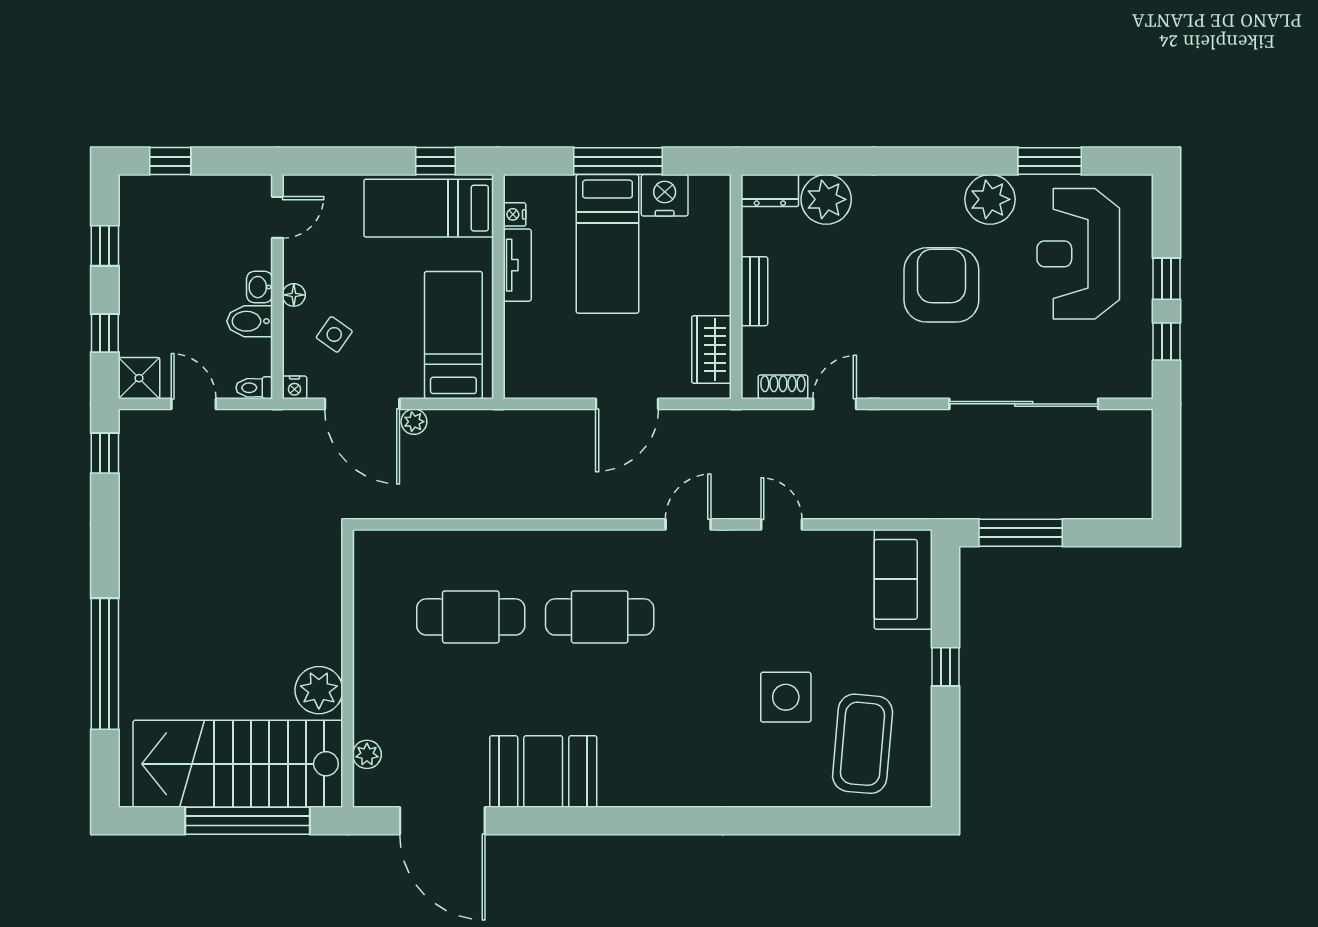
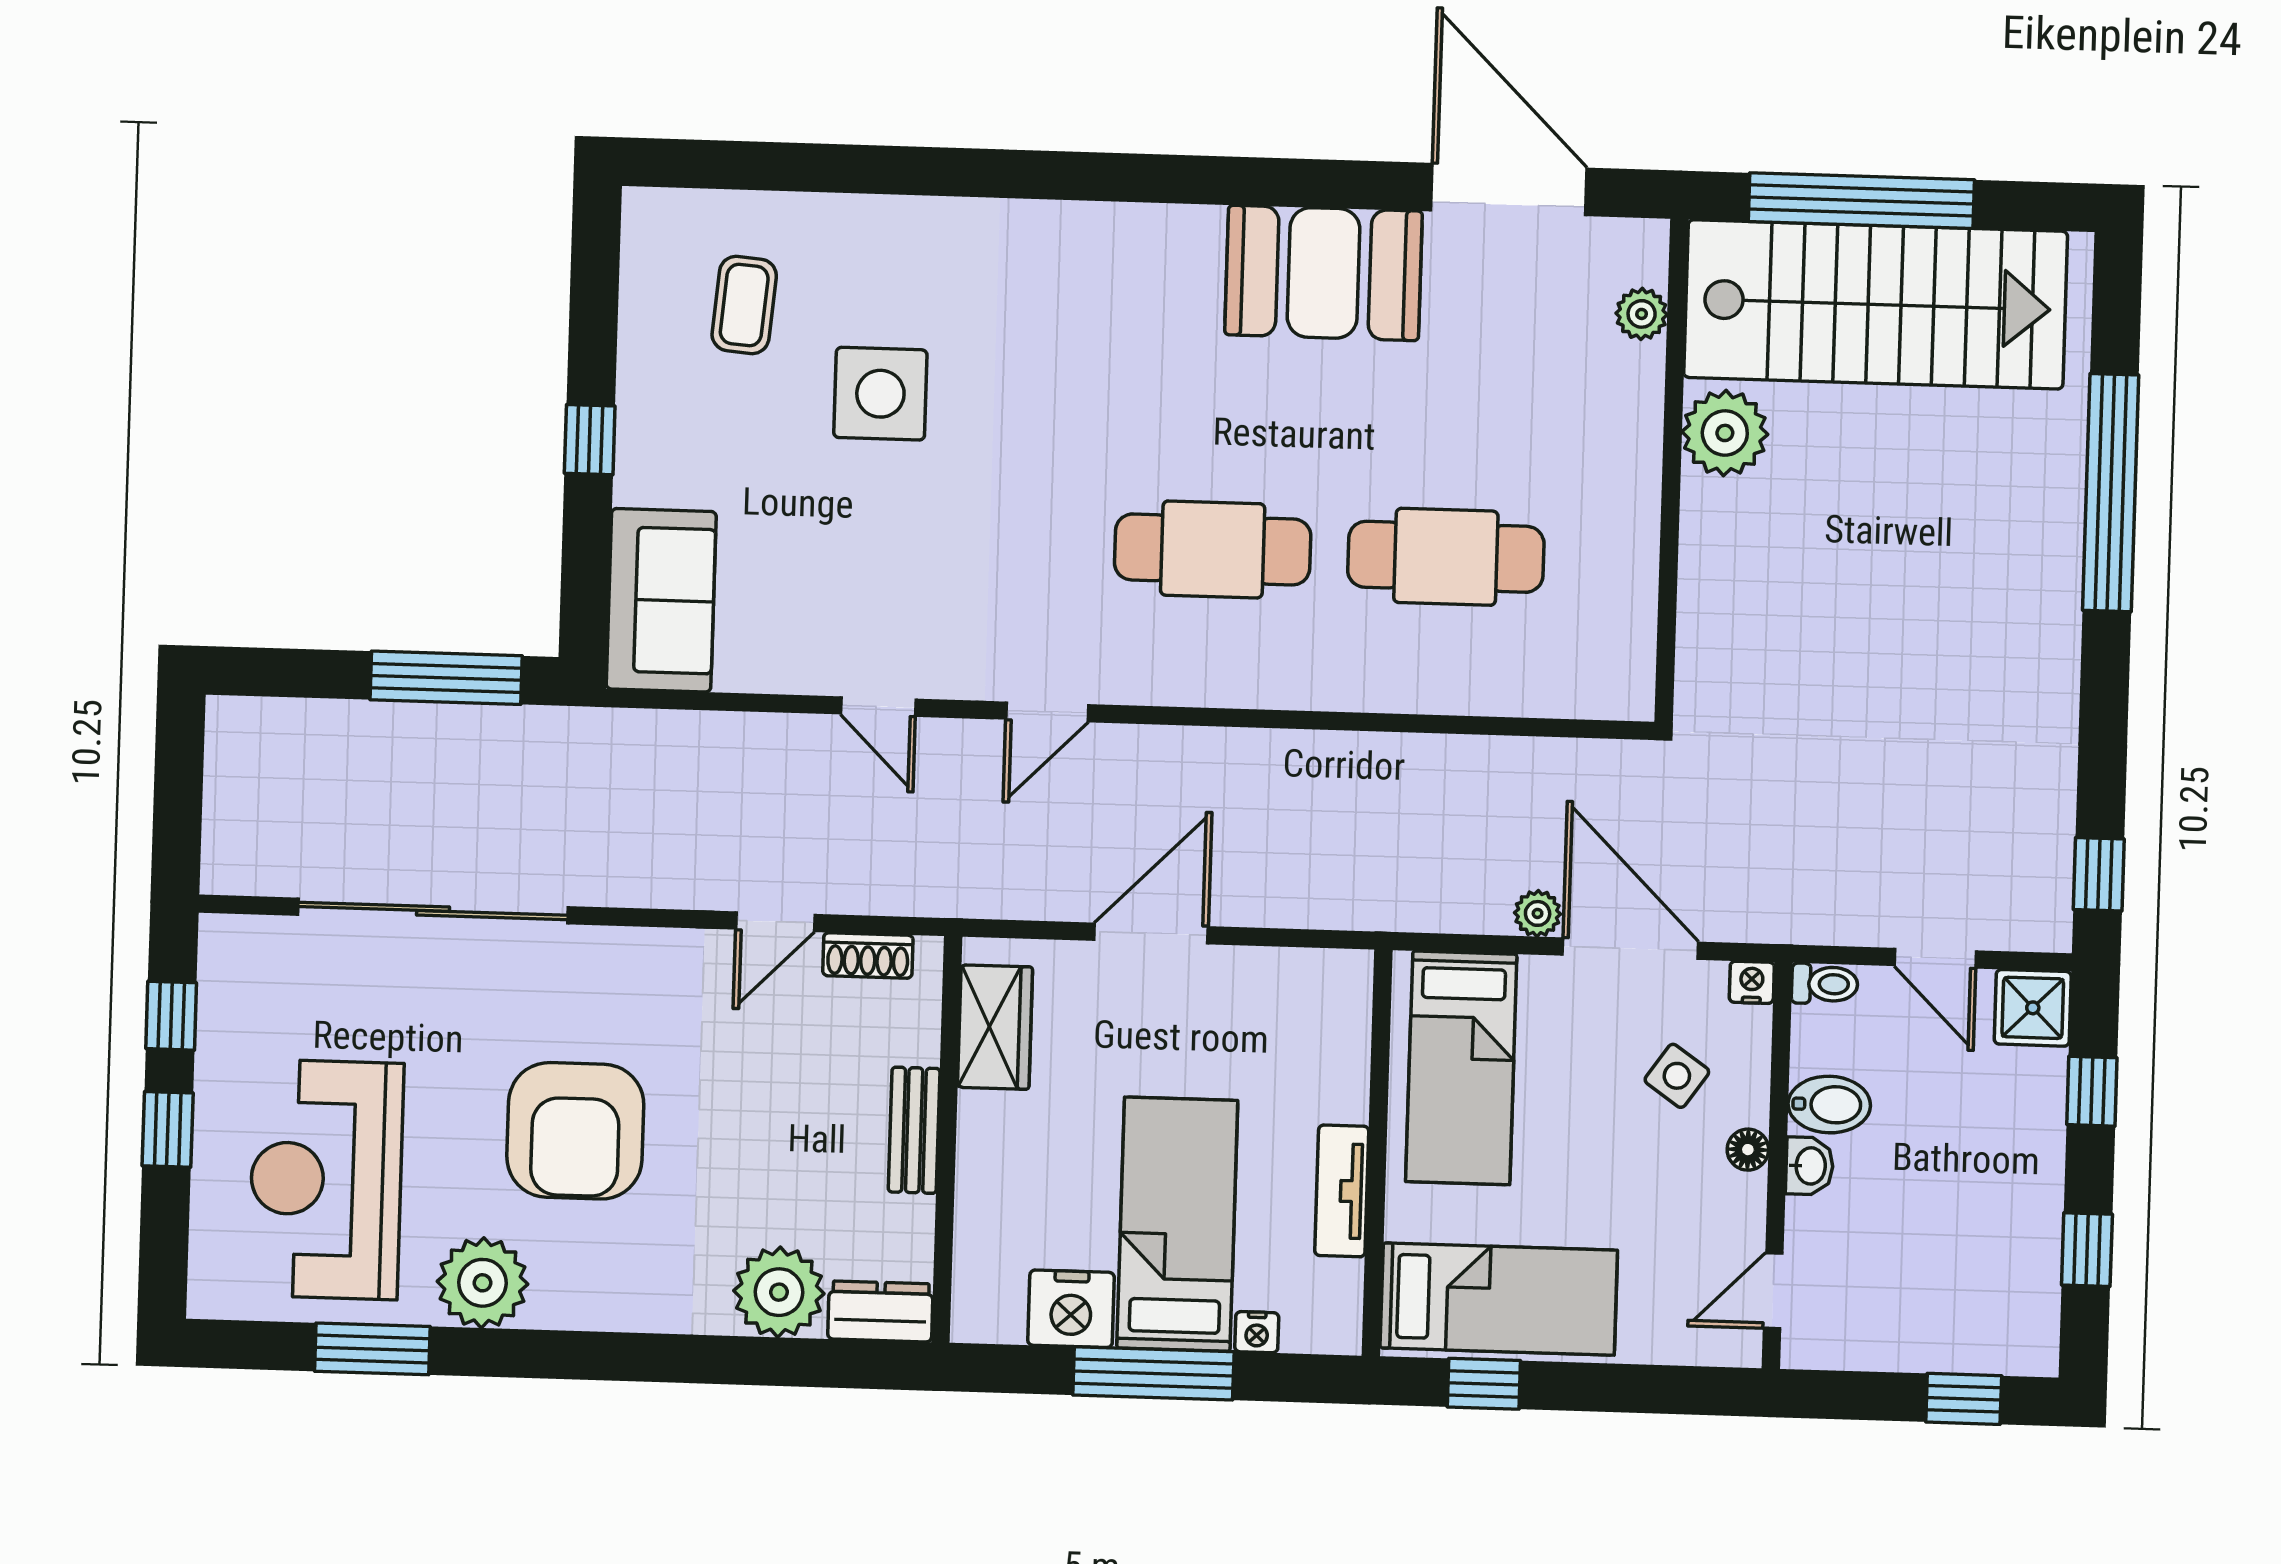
nightstand: (515, 214) -> (1257, 1332), moved, turned 90
reception desk: (1078, 254) -> (326, 1179), turned 180
coffee table: (863, 744) -> (744, 305), width x0.54, depth x0.58

